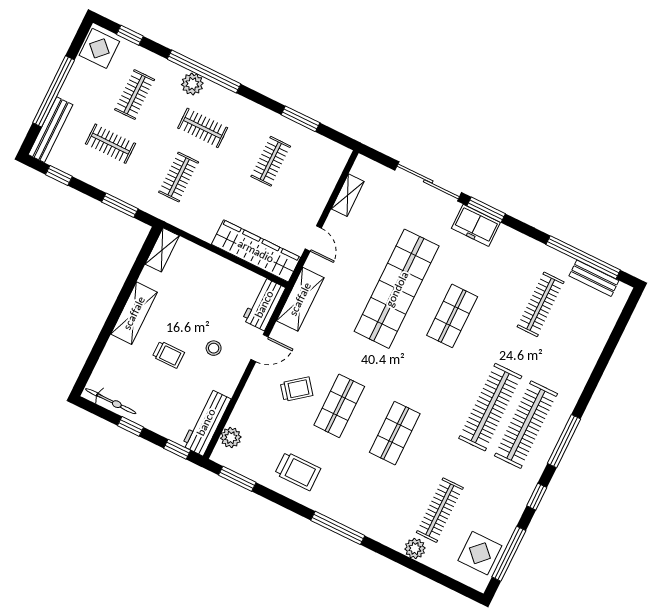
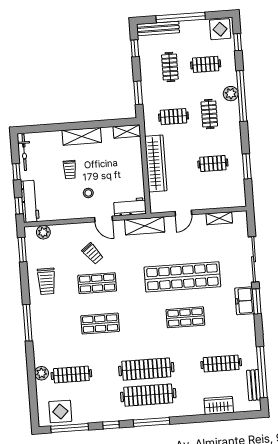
wardrobe: (256, 251) -> (156, 163), moved
wardrobe: (594, 340) -> (219, 405), added
workbench: (206, 422) -> (30, 201), moved, turned 90

